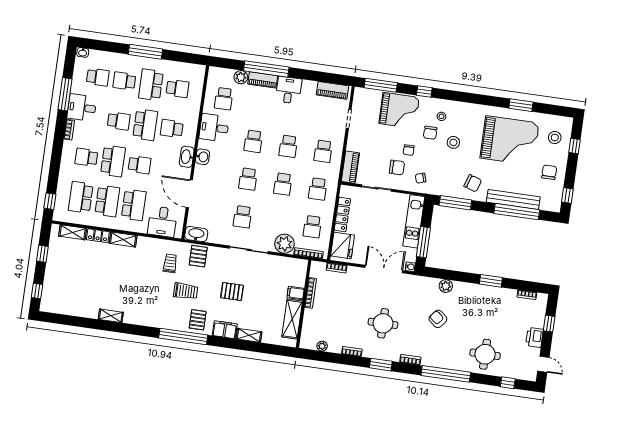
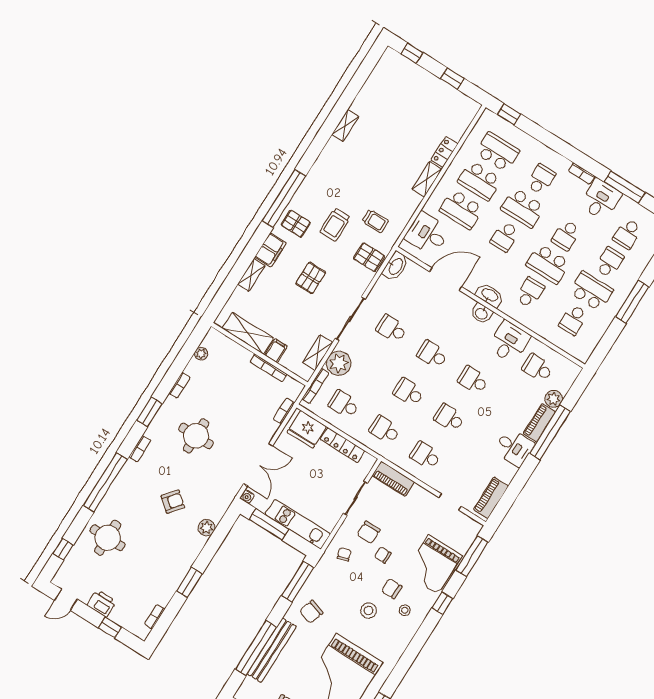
shelving: (73, 232) -> (318, 353), moved

